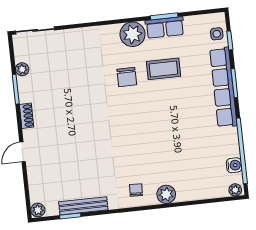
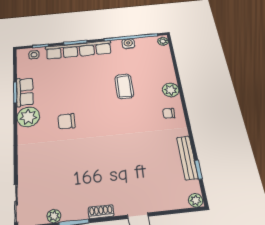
coffee table: (163, 69) -> (124, 86), moved
chair: (127, 77) -> (66, 121), turned 180
water cooler: (234, 165) -> (128, 44), moved

